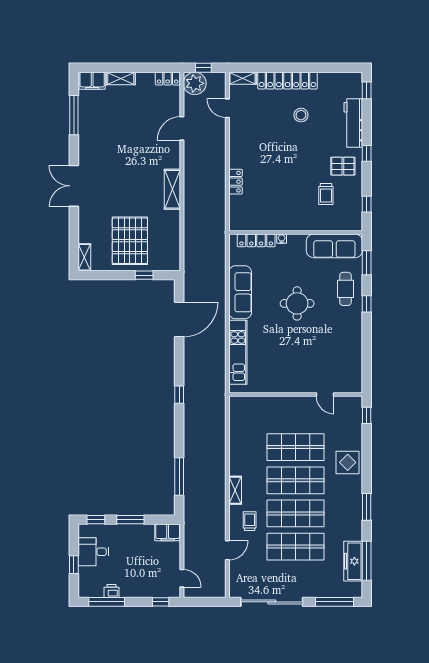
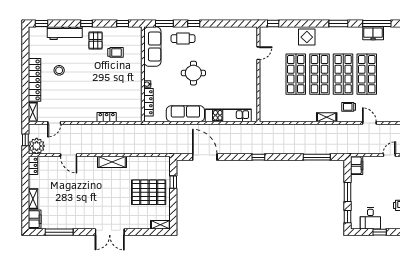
freezer: (353, 561) -> (373, 33), width x0.71

